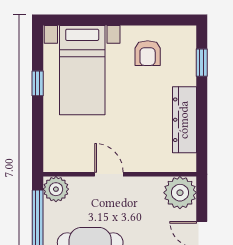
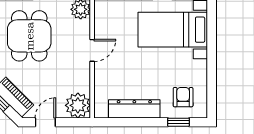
armchair: (148, 53) -> (183, 97), moved, turned 90

